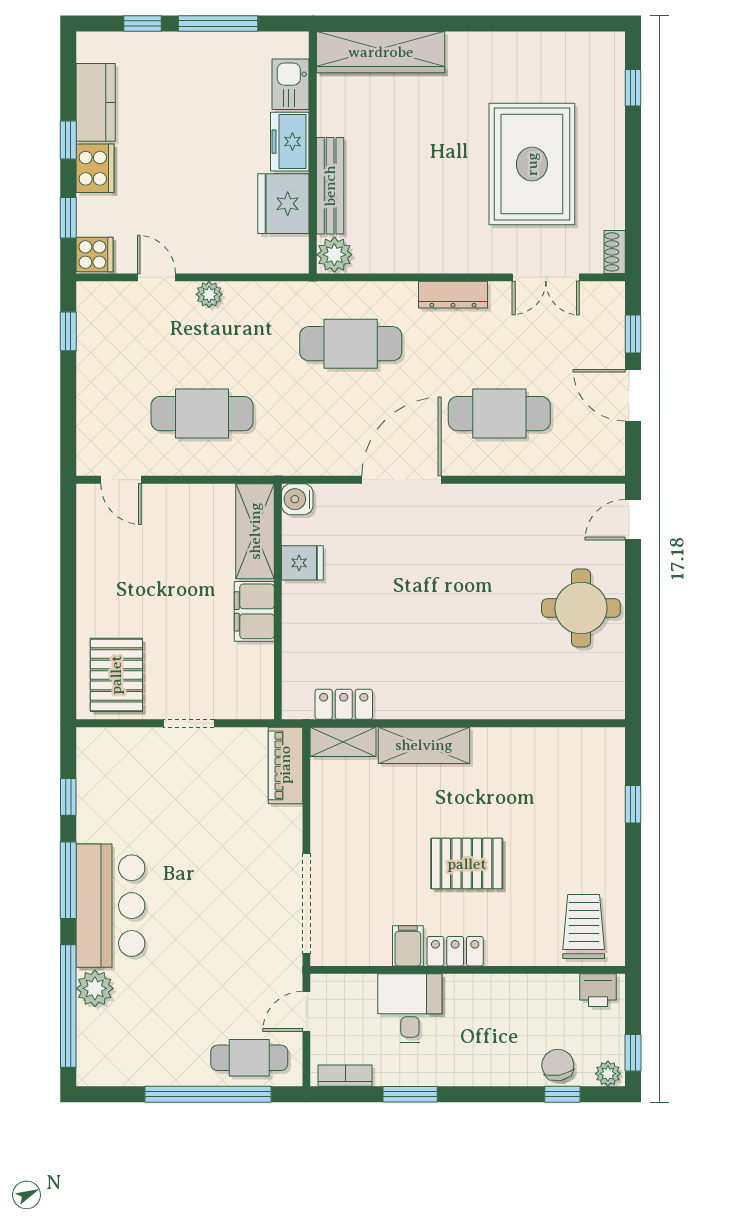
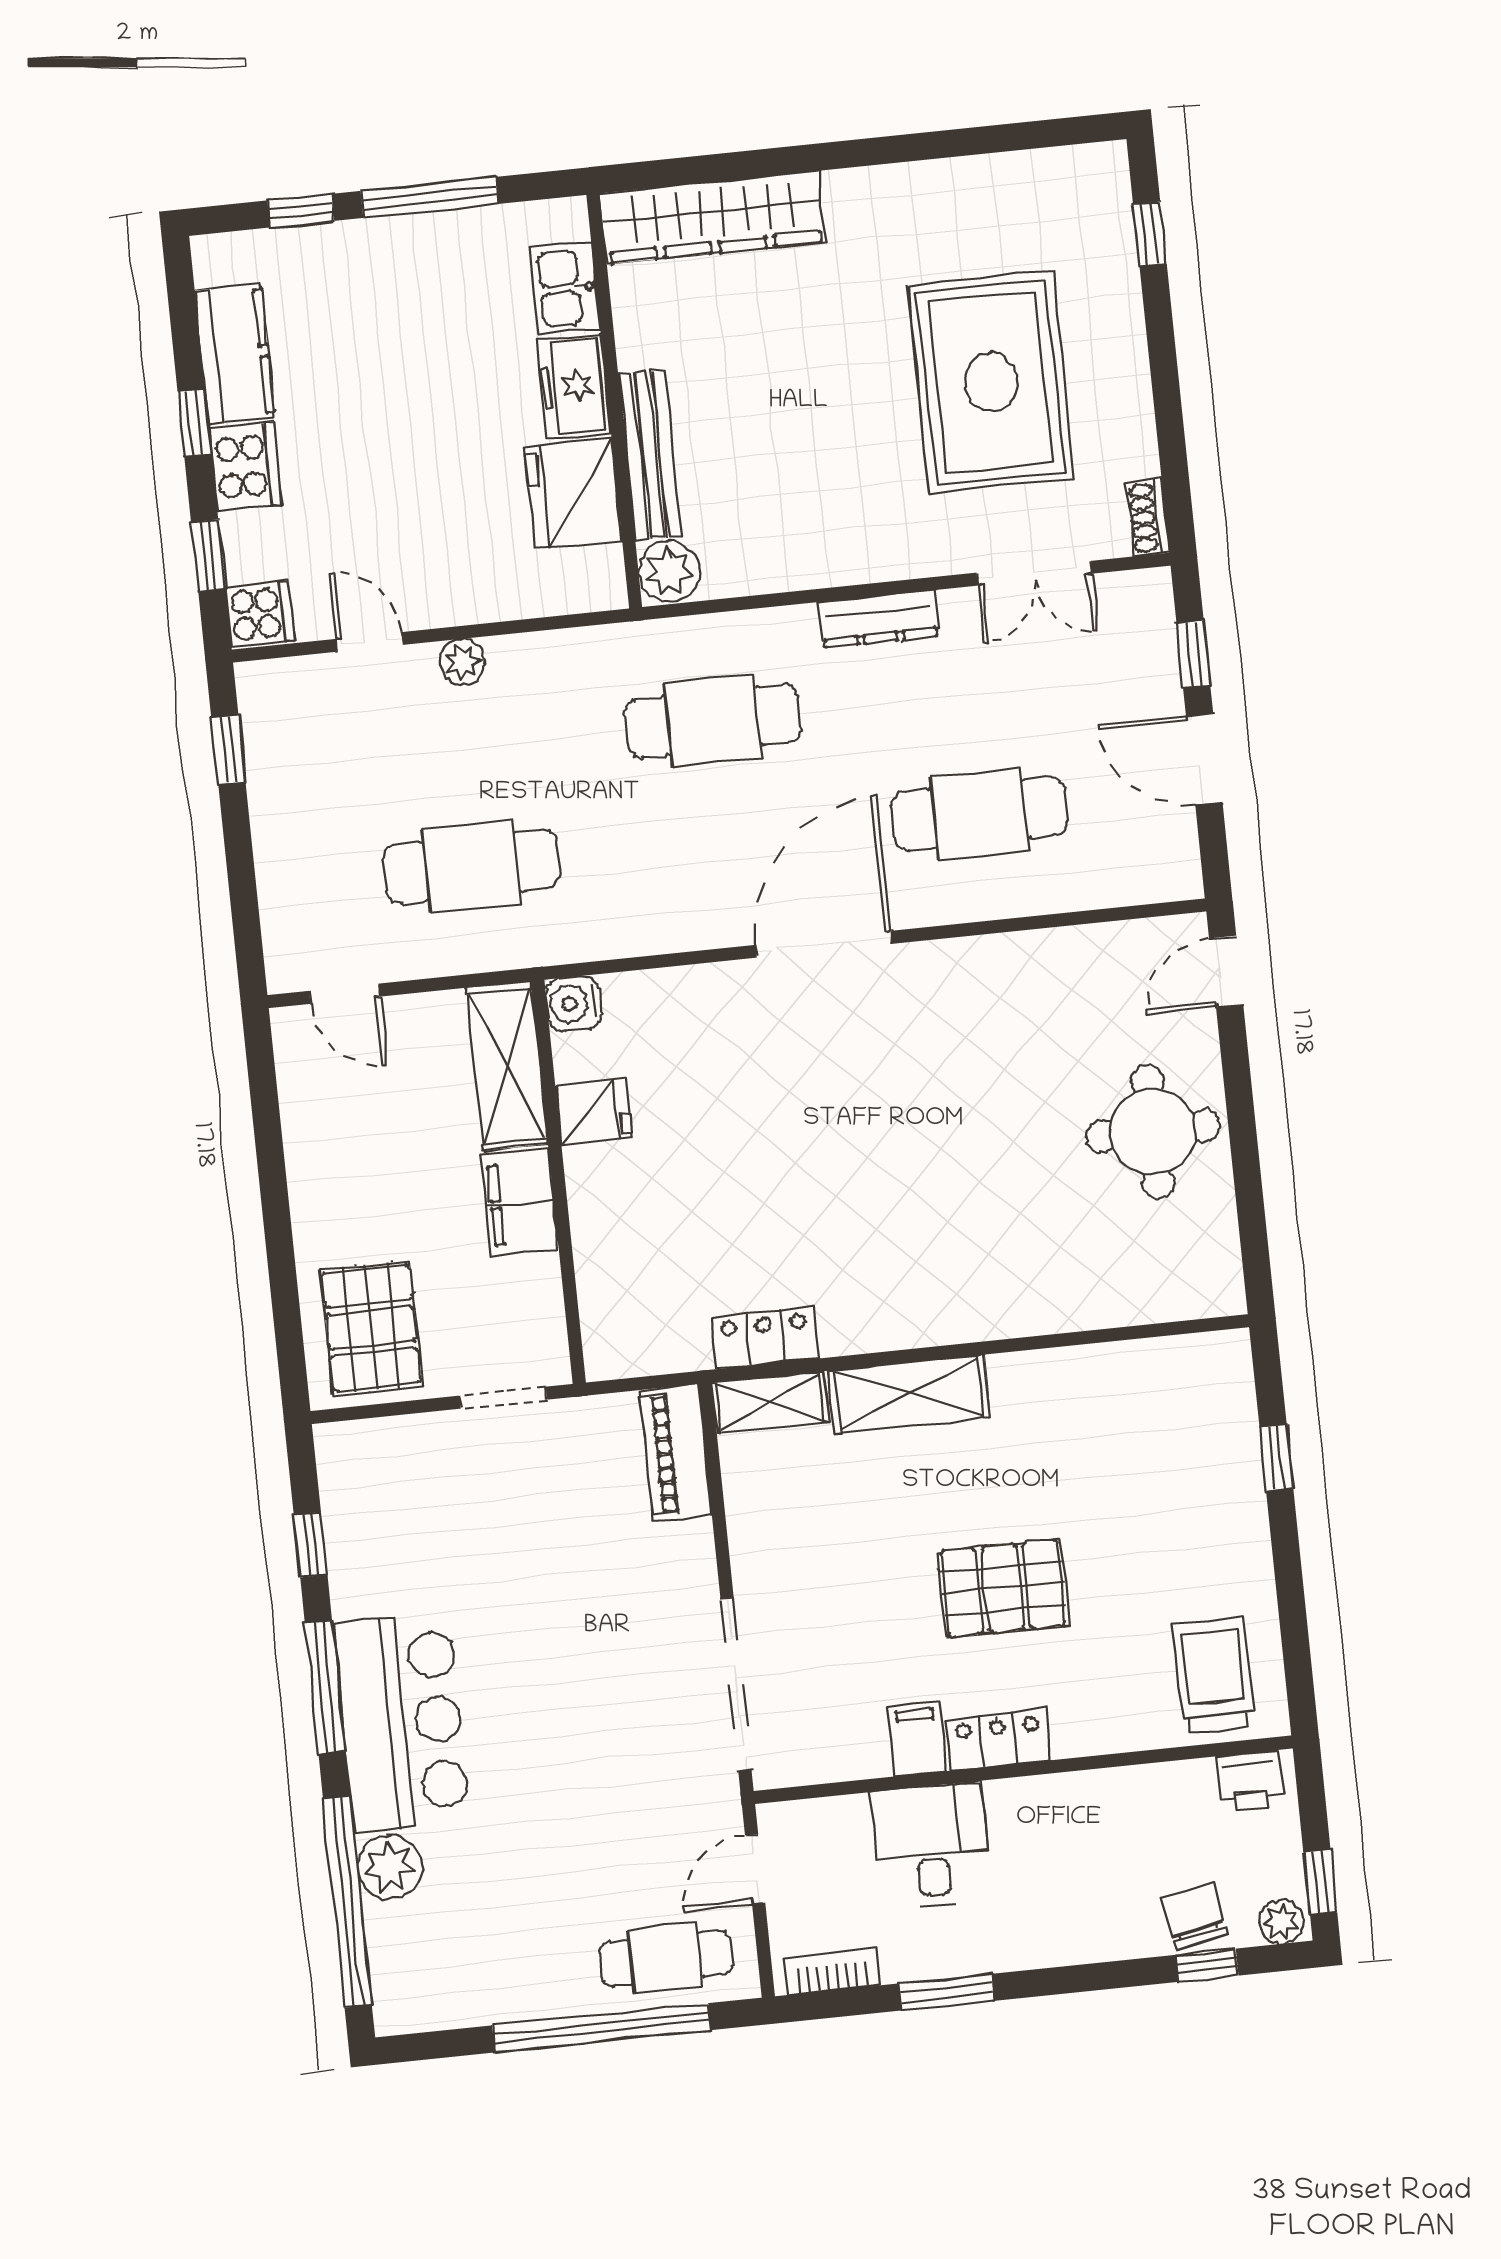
water cooler: (297, 499) -> (574, 1004), moved
shelving: (255, 531) -> (507, 1066), moved
fridge: (302, 563) -> (593, 1111), moved
wall: (278, 602) -> (559, 1182), moved
filing cabinet: (254, 611) -> (520, 1203), moved

